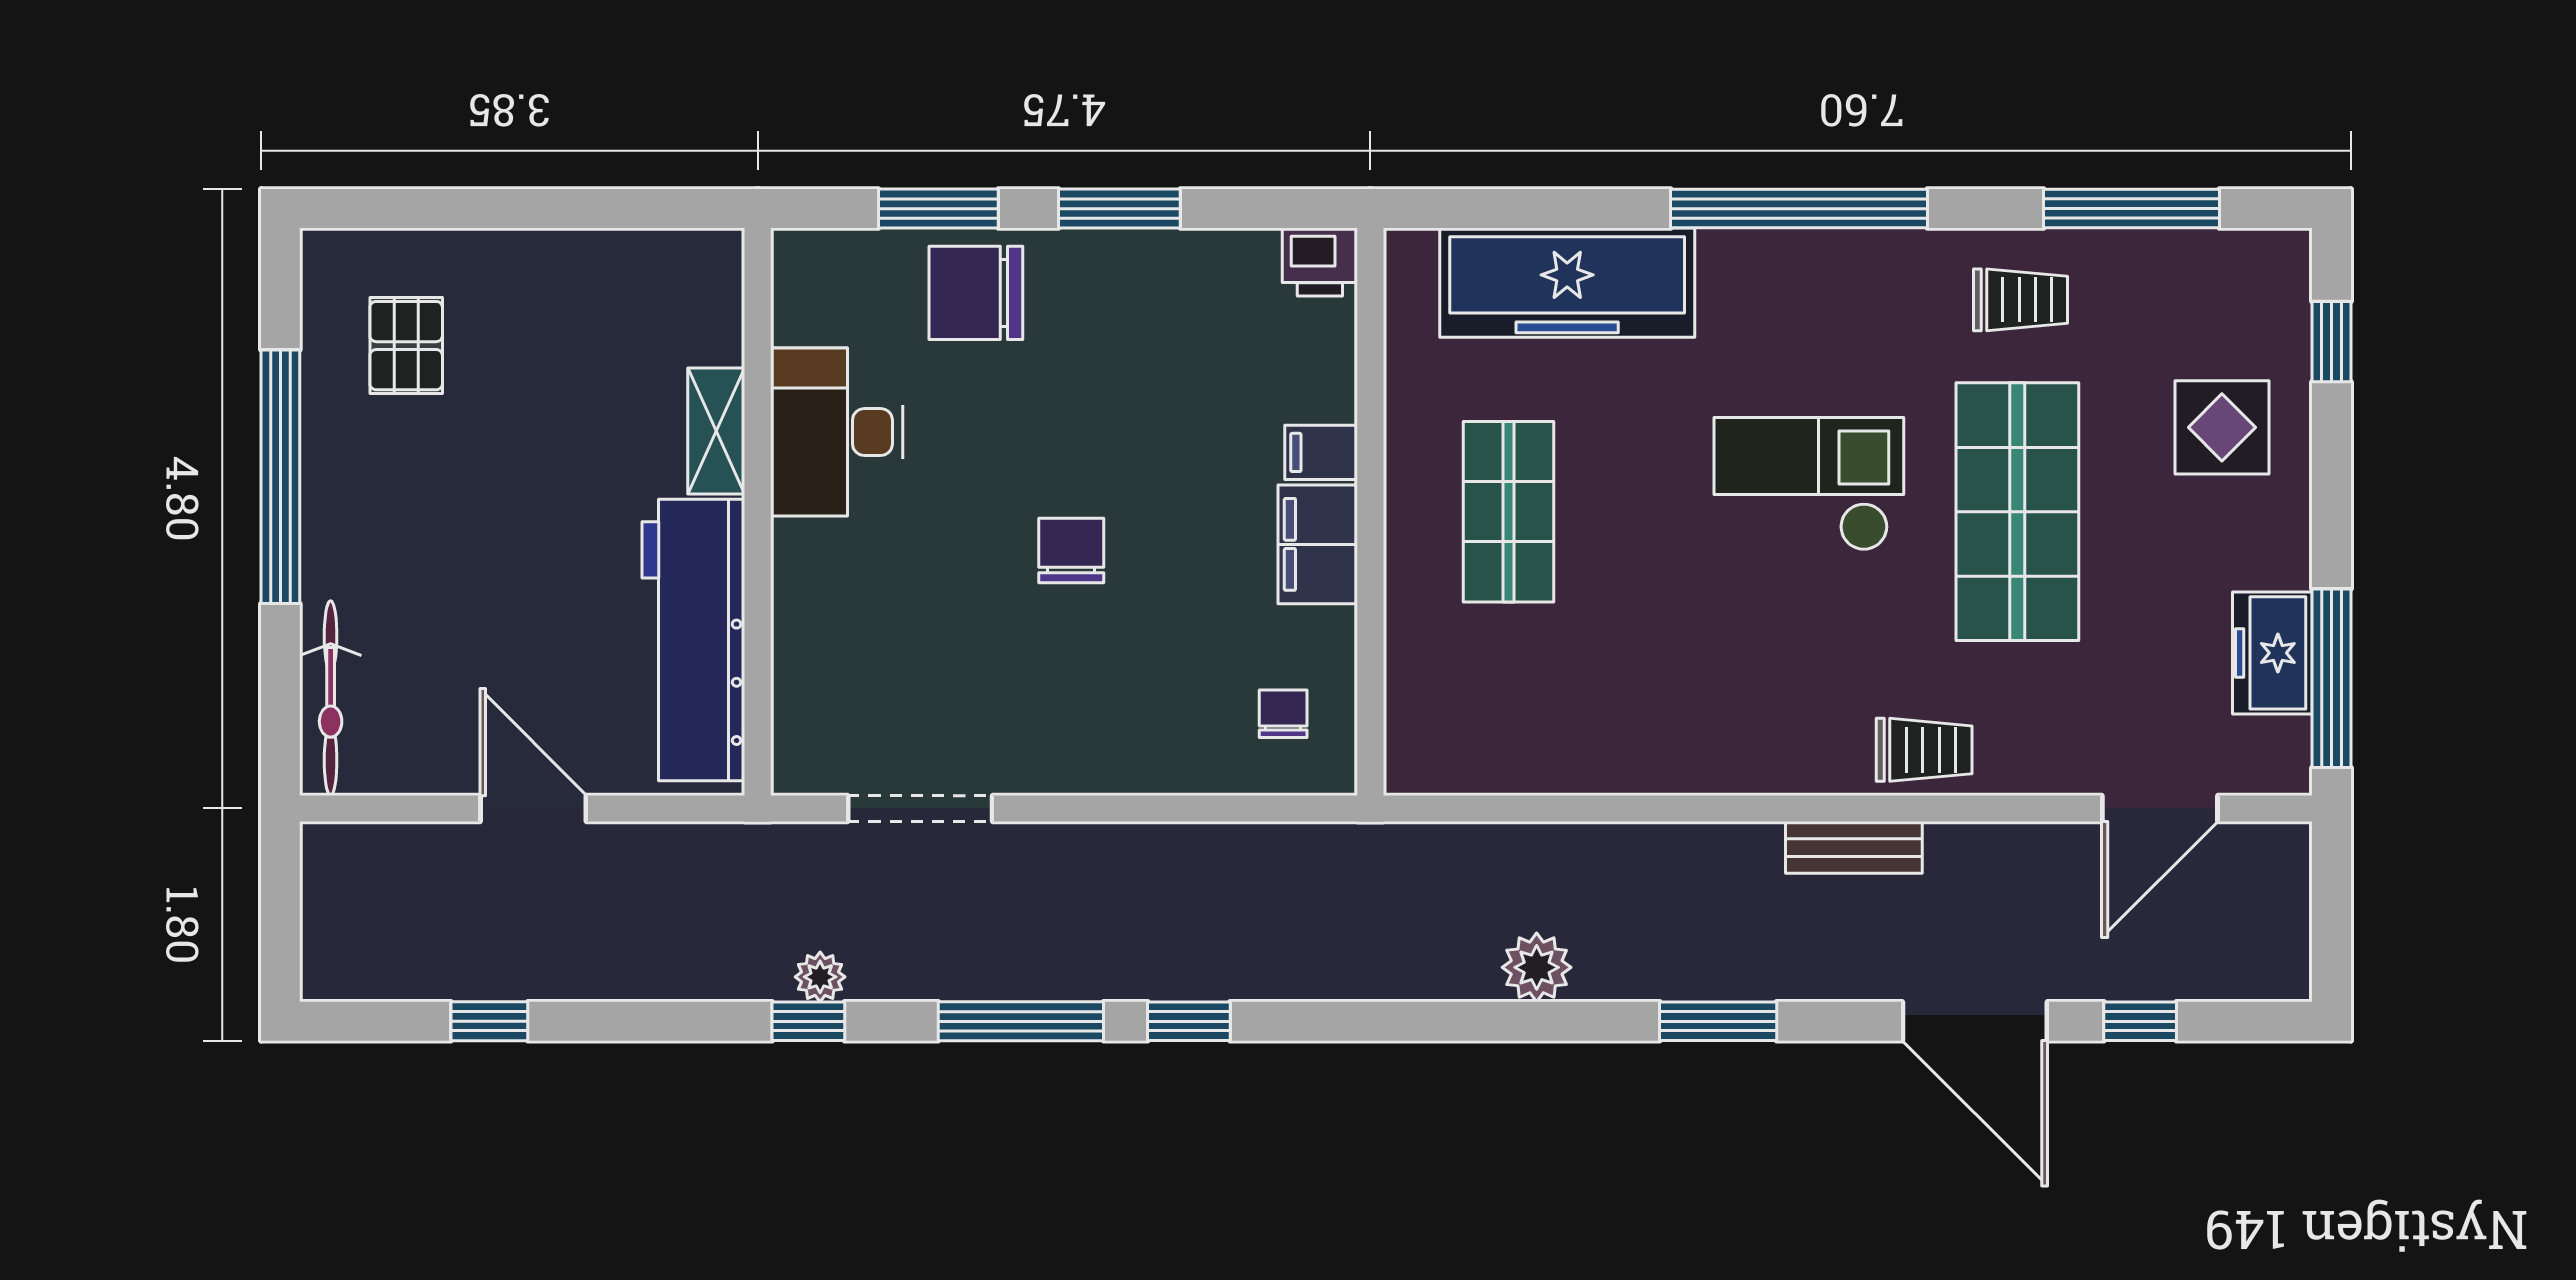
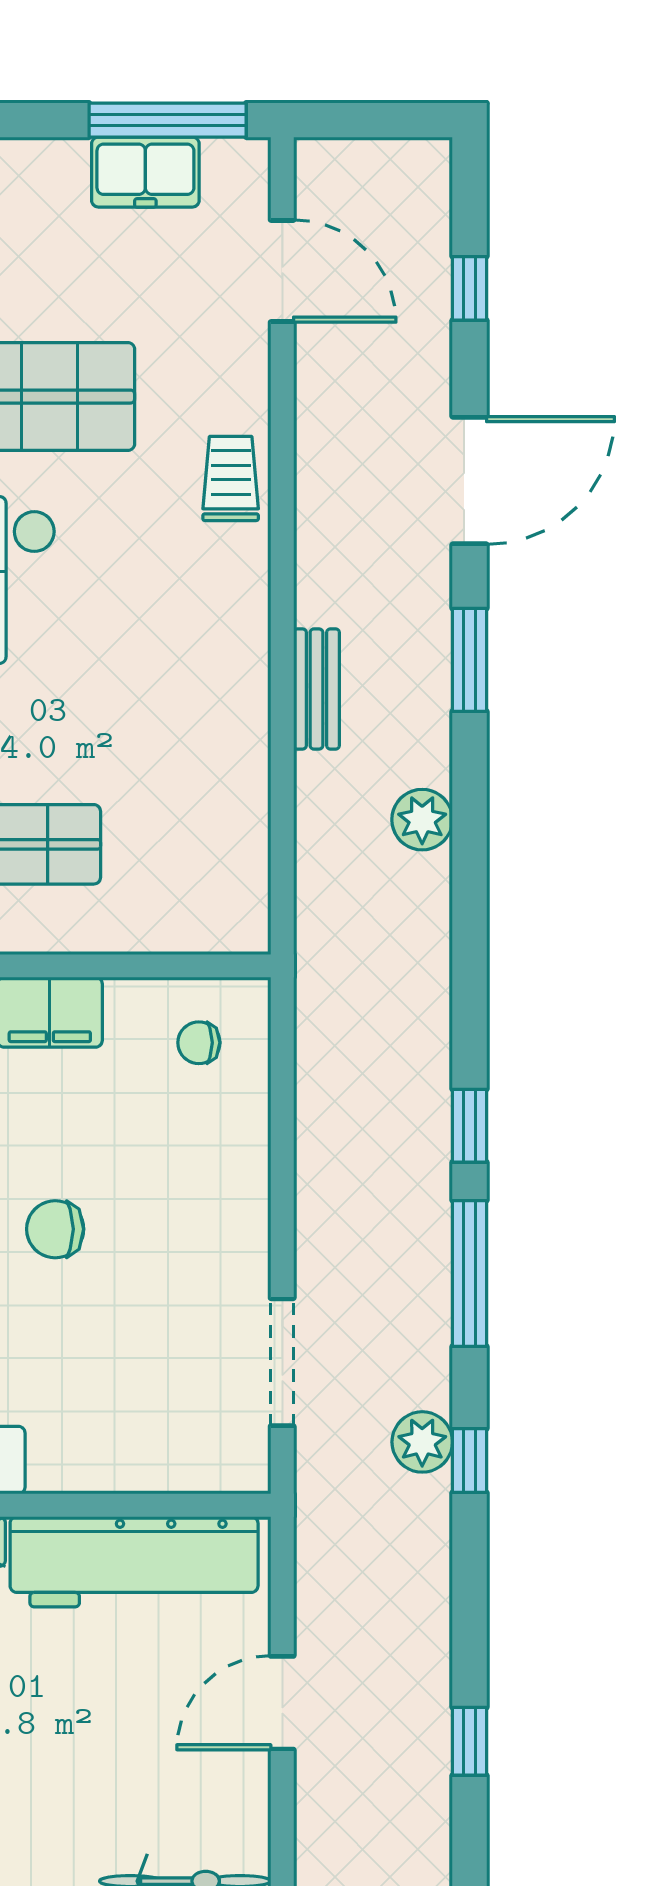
bench: (1854, 847) -> (316, 689), moved
plant: (820, 977) -> (422, 1442), width x1.38, depth x1.38
door: (1975, 1021) -> (470, 481), moved

